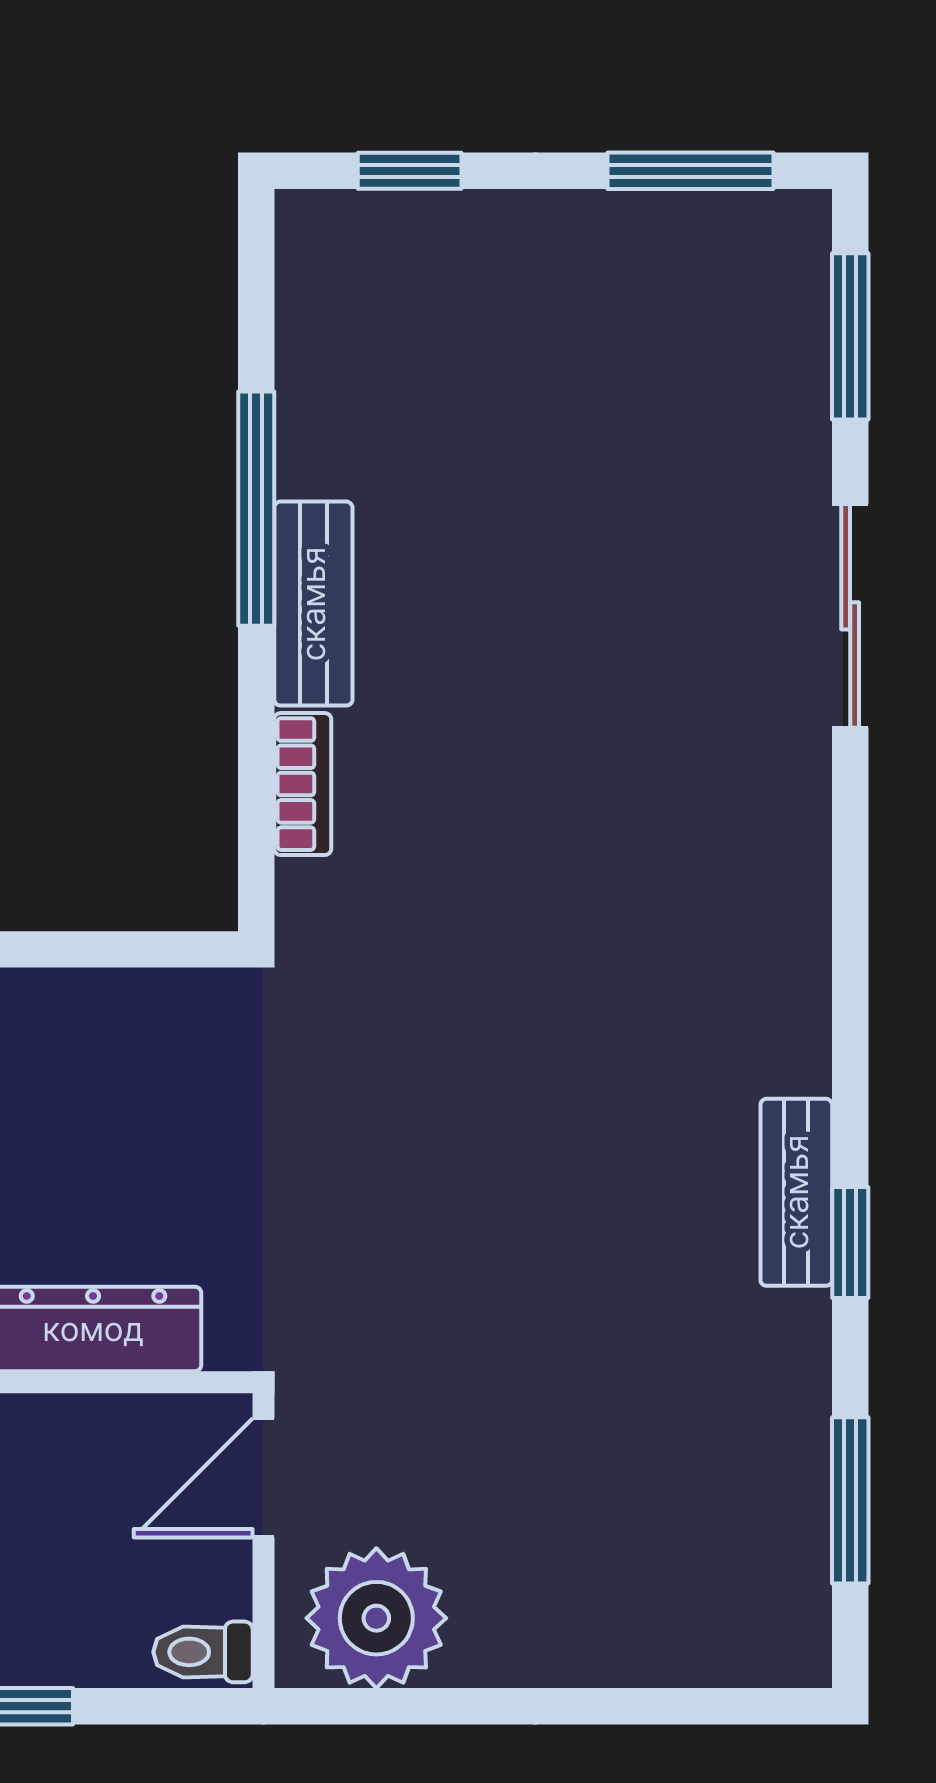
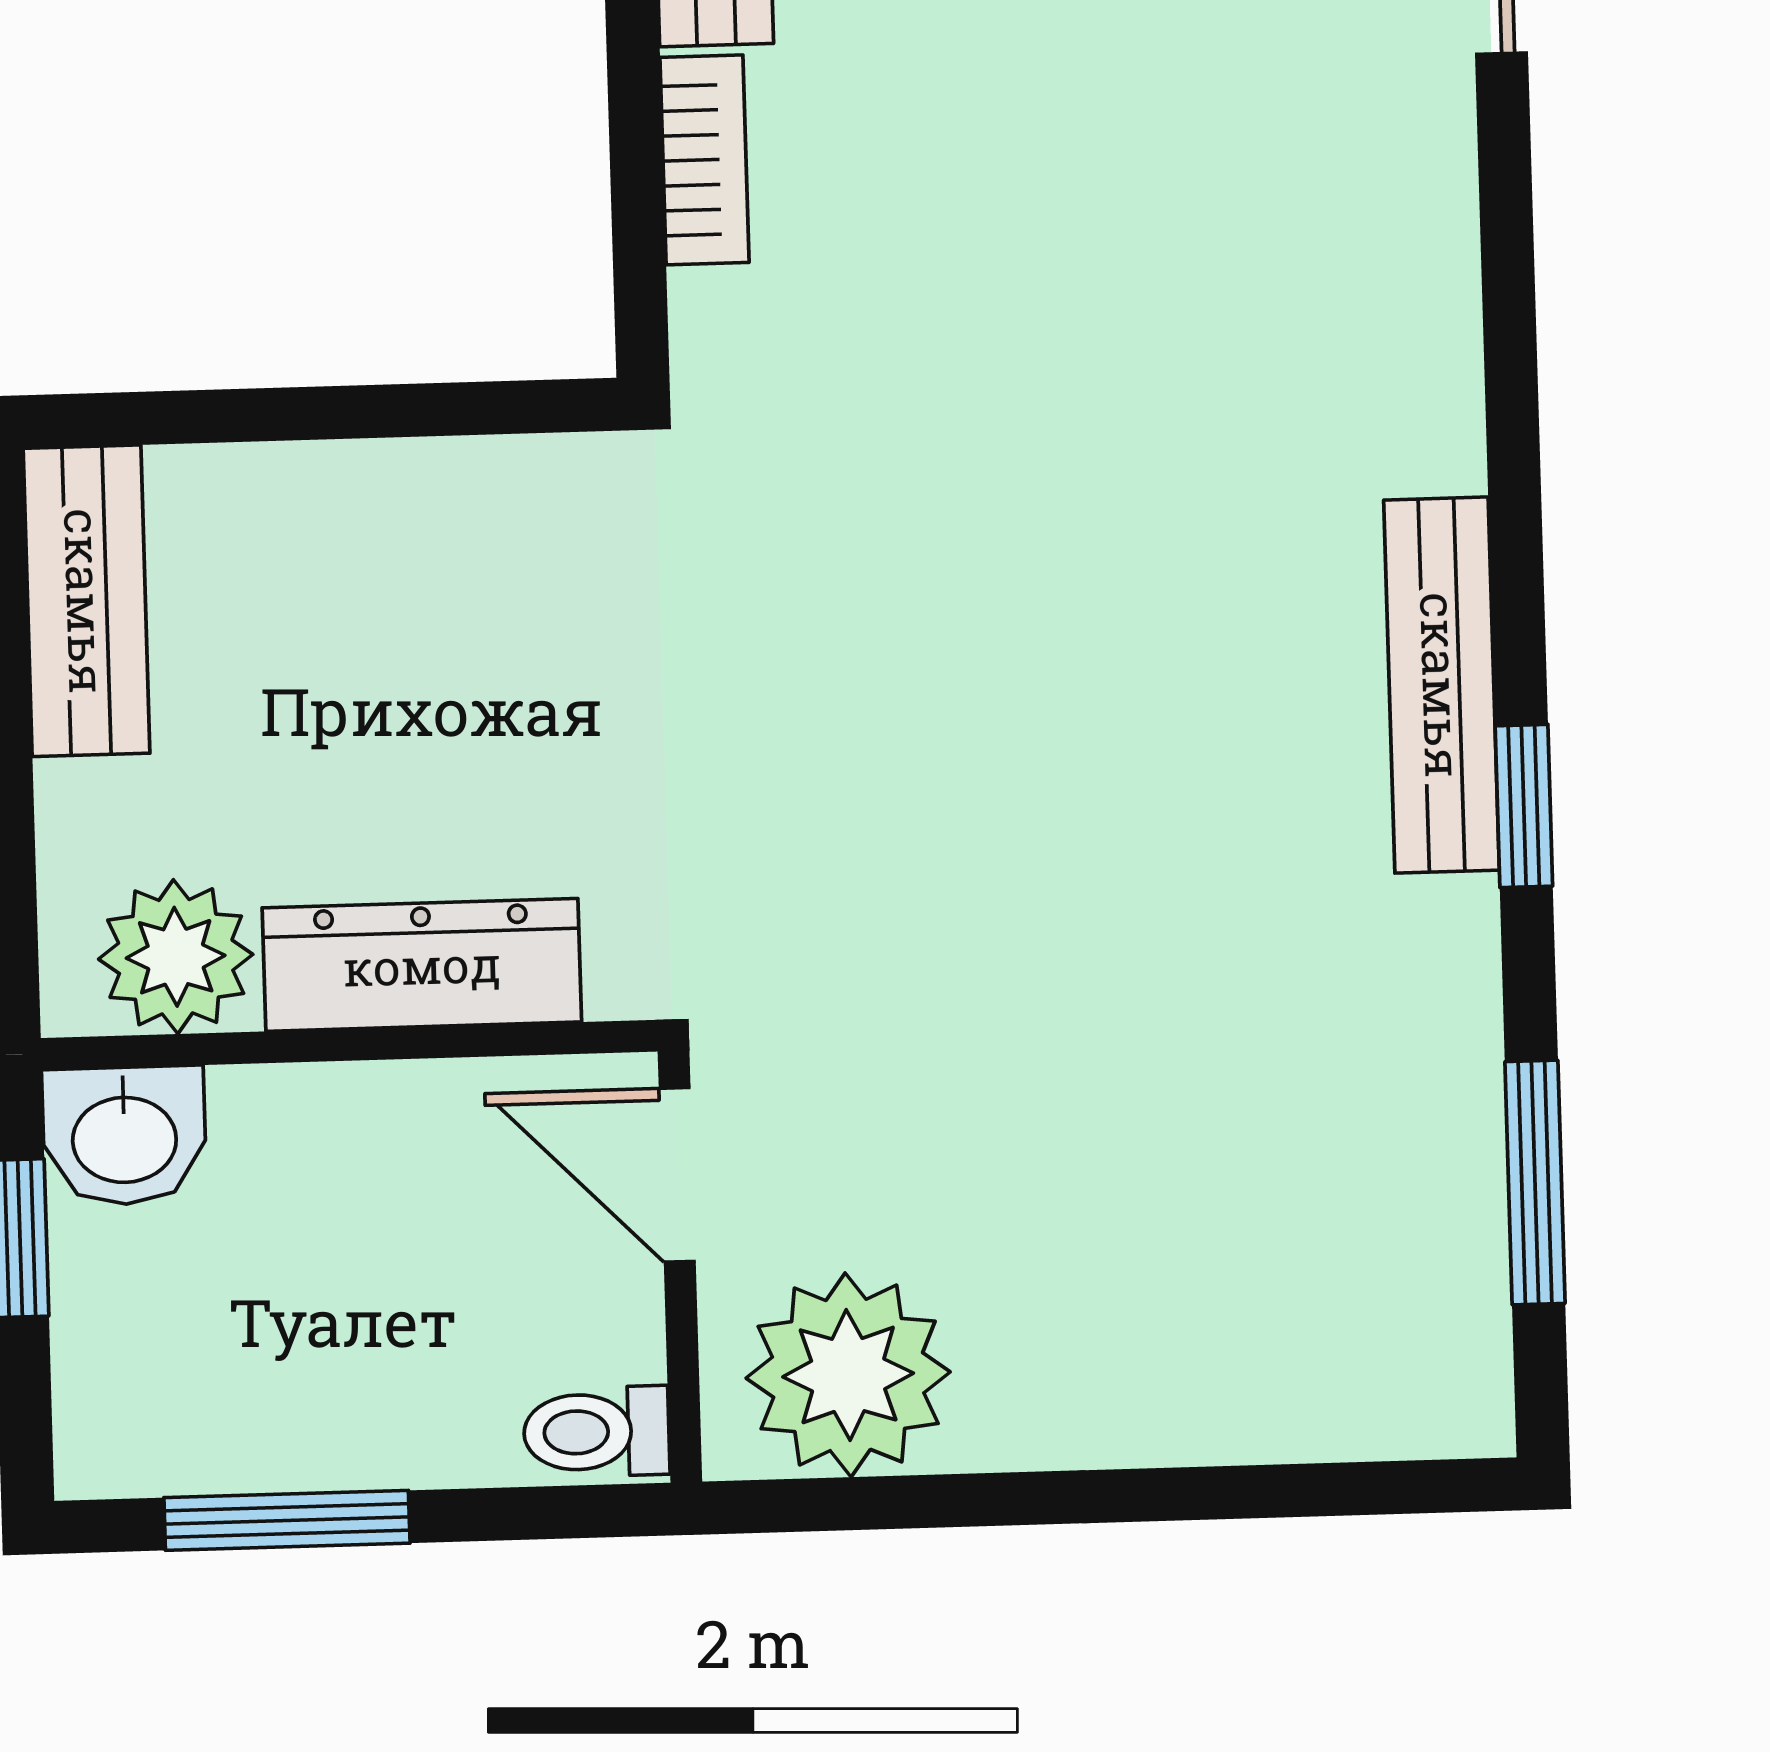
bench: (796, 1192) -> (1442, 685), width x1.36
door: (263, 1478) -> (677, 1175), hinge flipped

